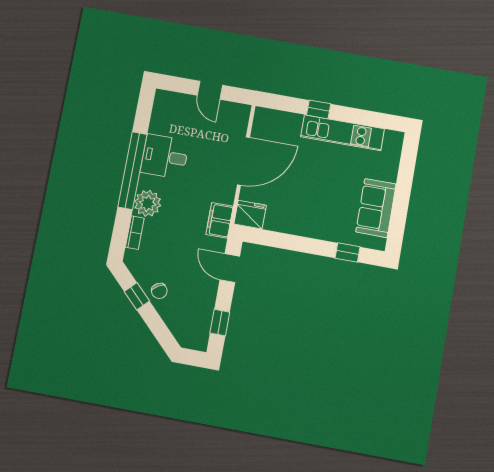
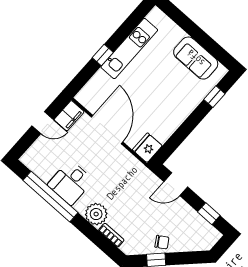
window: (132, 171) -> (51, 197), moved
filing cabinet: (220, 220) -> (69, 116), moved, turned -90

